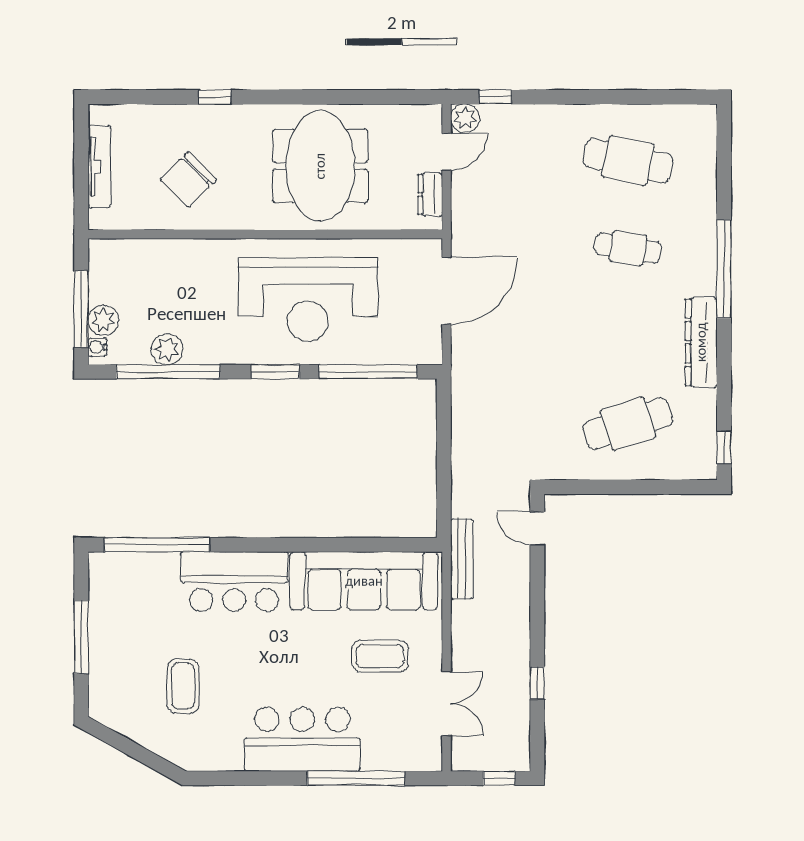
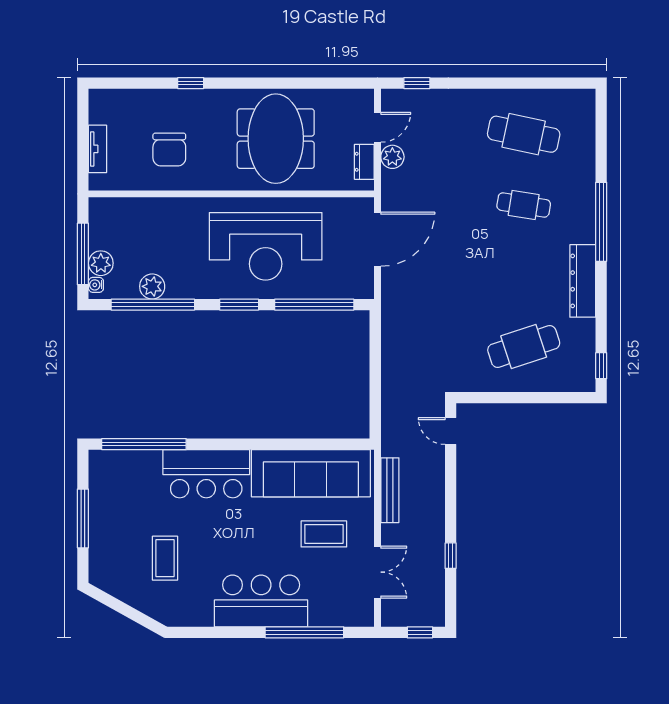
plant: (465, 118) -> (392, 157), moved
tv unit: (99, 167) -> (97, 149), width x0.71
chair: (188, 179) -> (169, 150), turned -45
bench: (462, 559) -> (390, 490), moved

